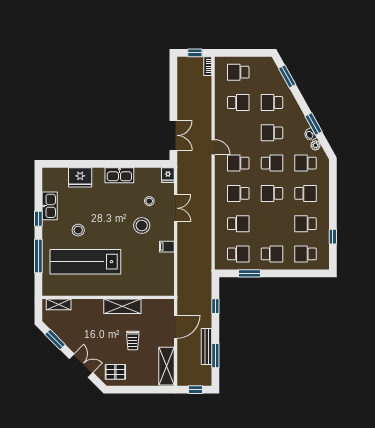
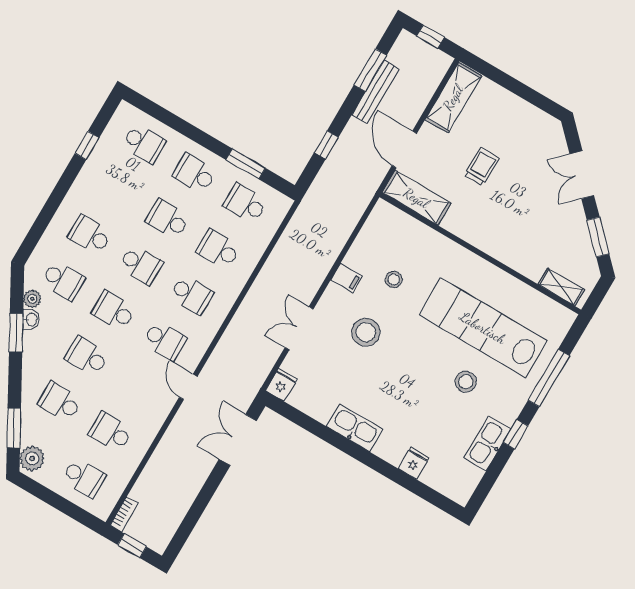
plant: (269, 67) -> (32, 458), added
school desk: (272, 102) -> (60, 402), turned 180
school desk: (272, 133) -> (87, 356), turned 180
fridge: (80, 177) -> (414, 463), width x0.53, depth x0.75
stool: (149, 201) -> (394, 280), moved
school desk: (306, 224) -> (168, 219), moved, turned 180
lab bench: (85, 262) -> (483, 328), turned 180
shelving: (122, 306) -> (416, 198), moved
door: (176, 327) -> (404, 149), hinge flipped
pallet: (115, 372) -> (536, 135), removed

